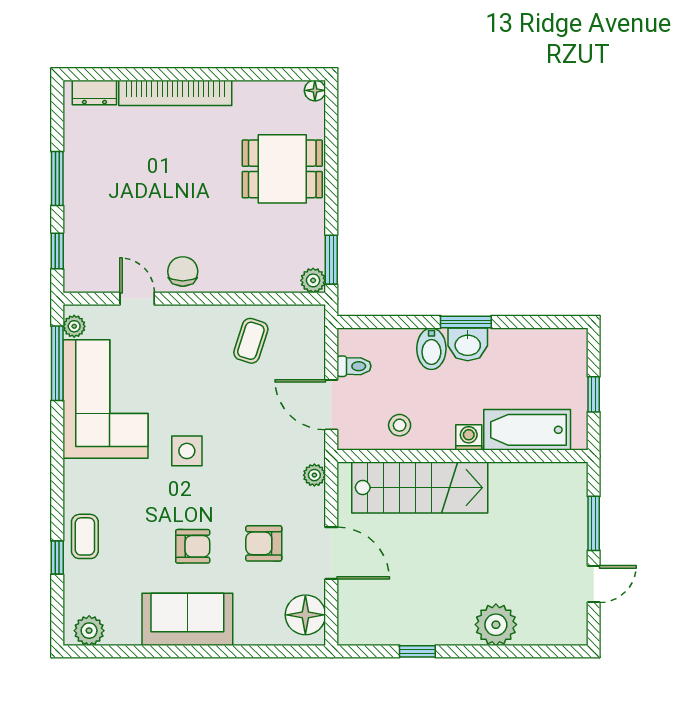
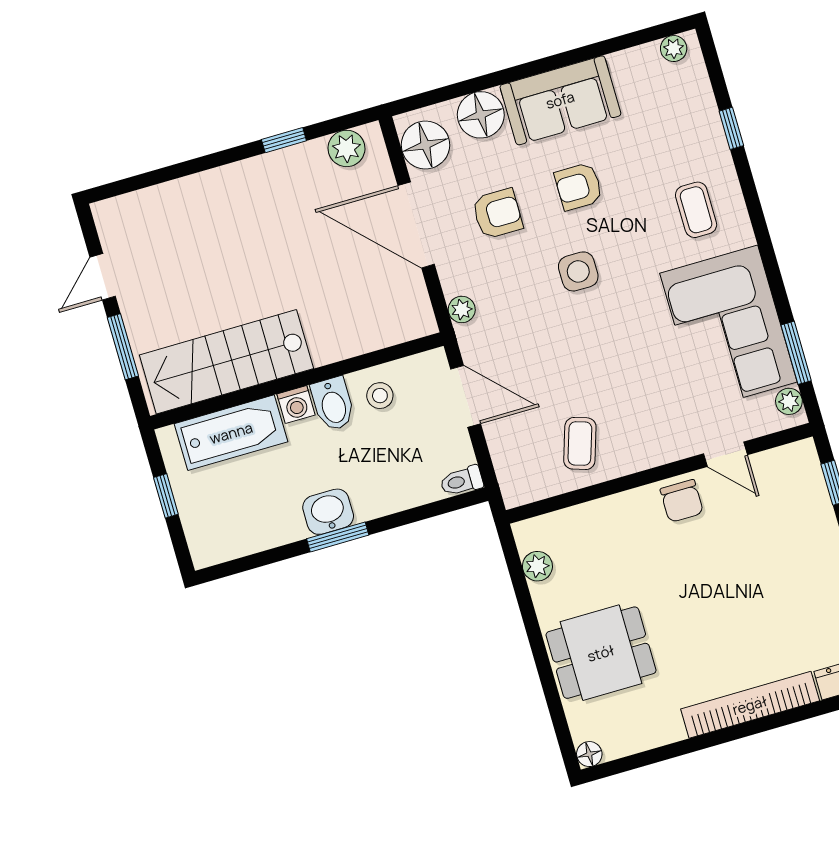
window: (331, 260) -> (514, 564), removed
plant: (313, 280) -> (537, 566), moved
bidet: (431, 349) -> (333, 404), moved, turned 180
window: (57, 363) -> (796, 353), width x0.69
toilet: (354, 366) -> (462, 481), moved
side table: (187, 451) -> (578, 271), moved
stairs: (420, 488) -> (226, 362), moved
coffee table: (85, 536) -> (696, 210), moved
door: (331, 553) -> (416, 225), width x1.36
plant: (496, 625) -> (346, 148), moved, width x0.73, depth x0.73
floor lamp: (254, 626) -> (481, 115), added
plant: (89, 631) -> (674, 49), width x0.73, depth x0.73

